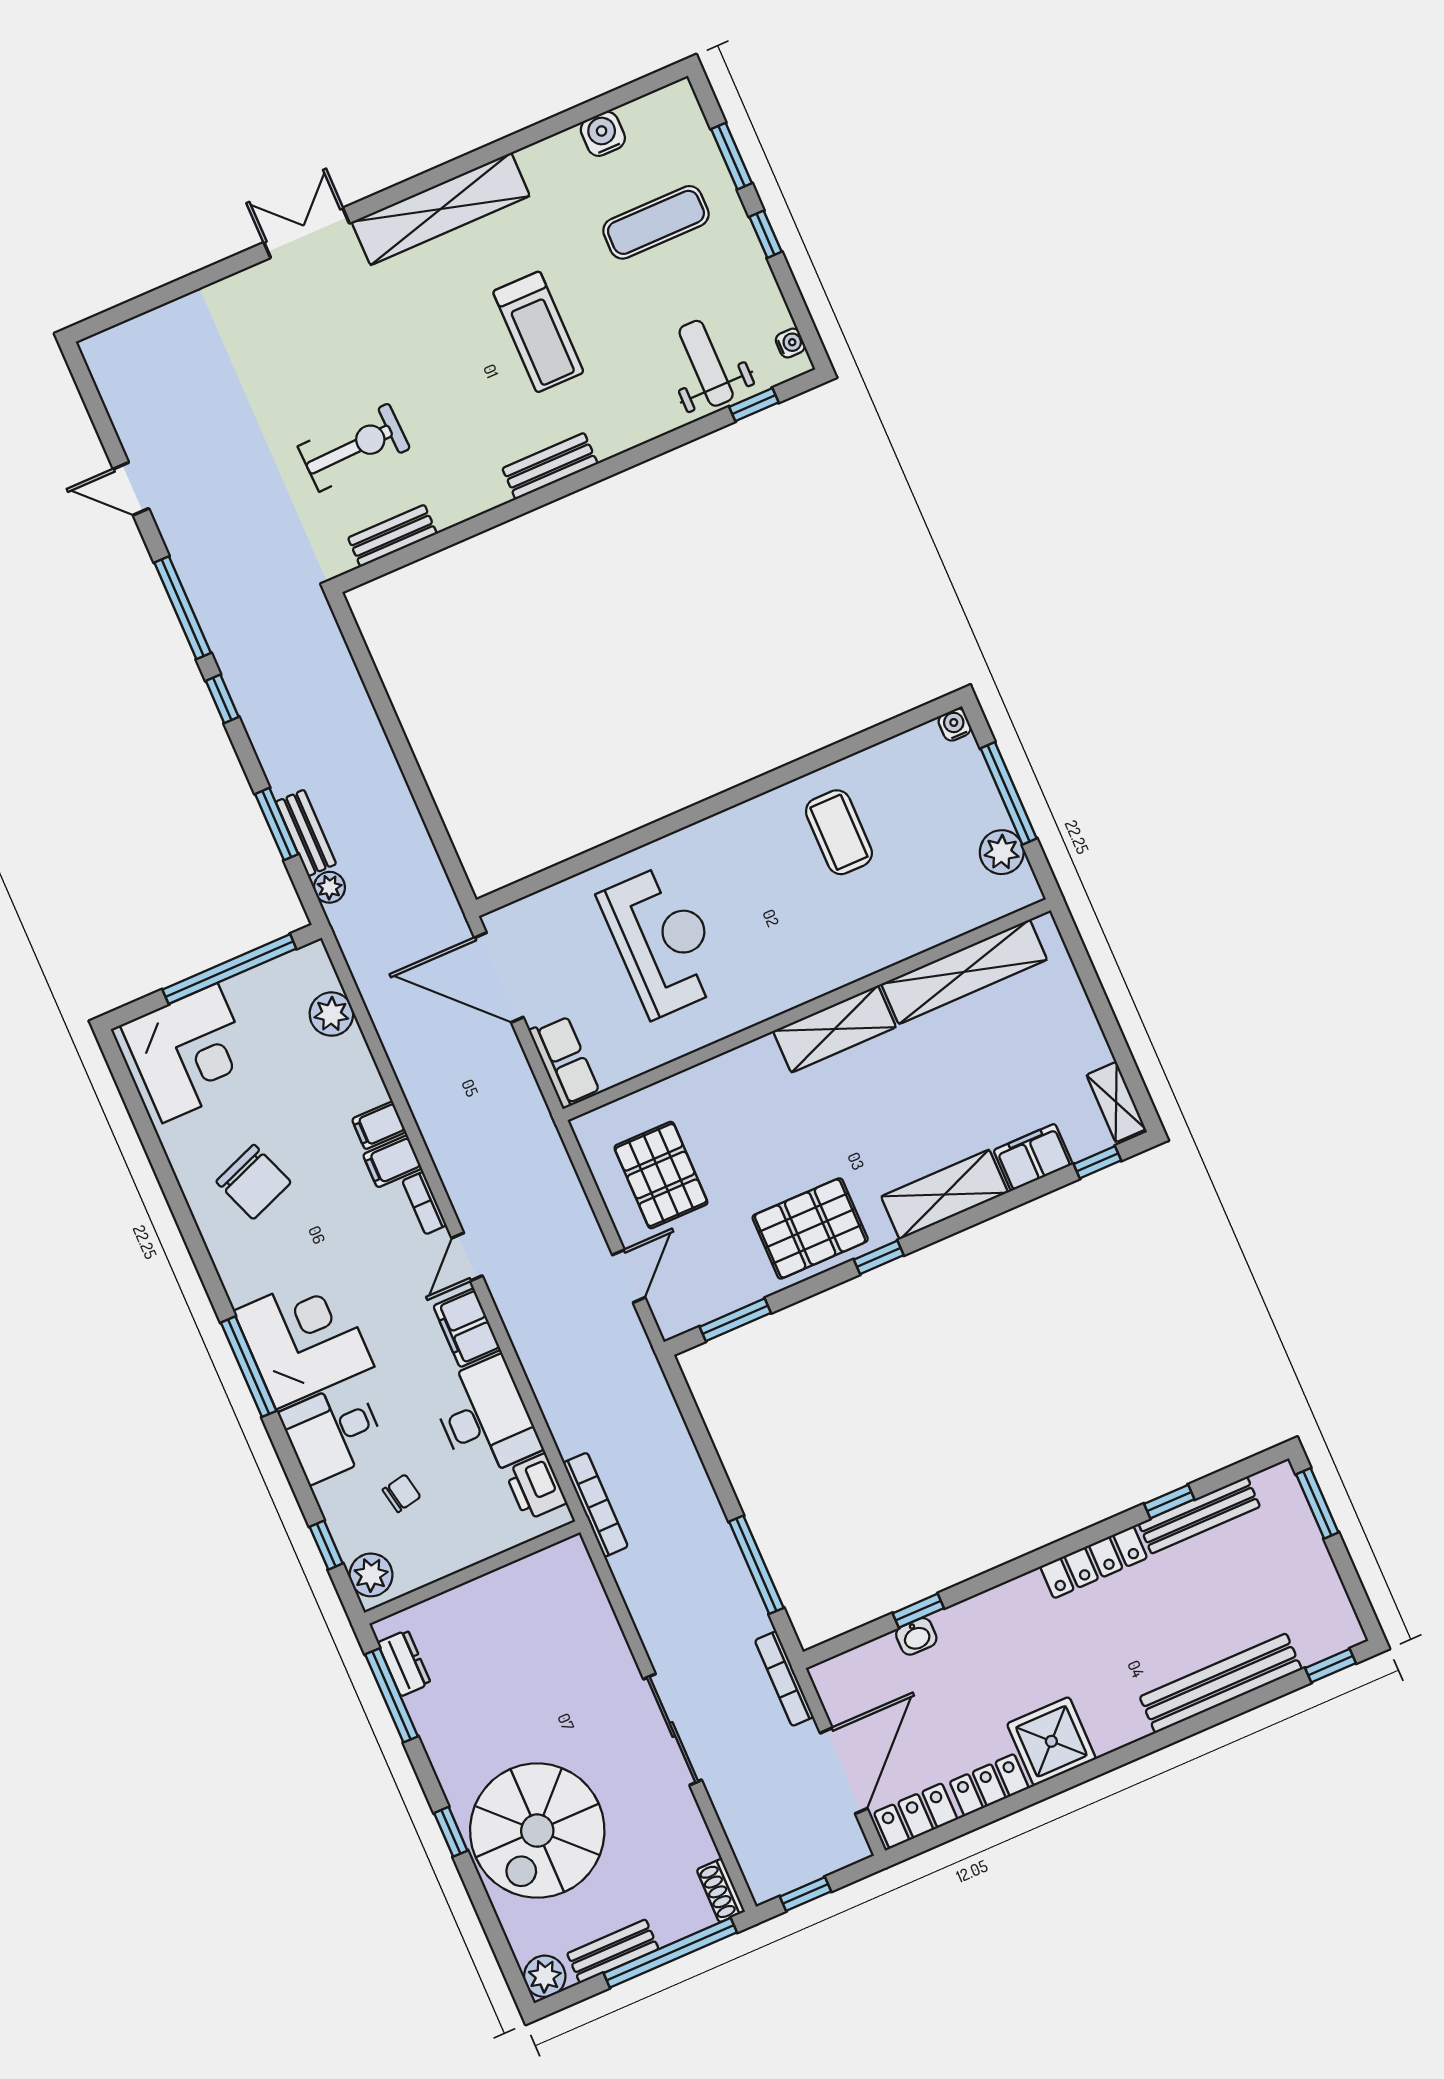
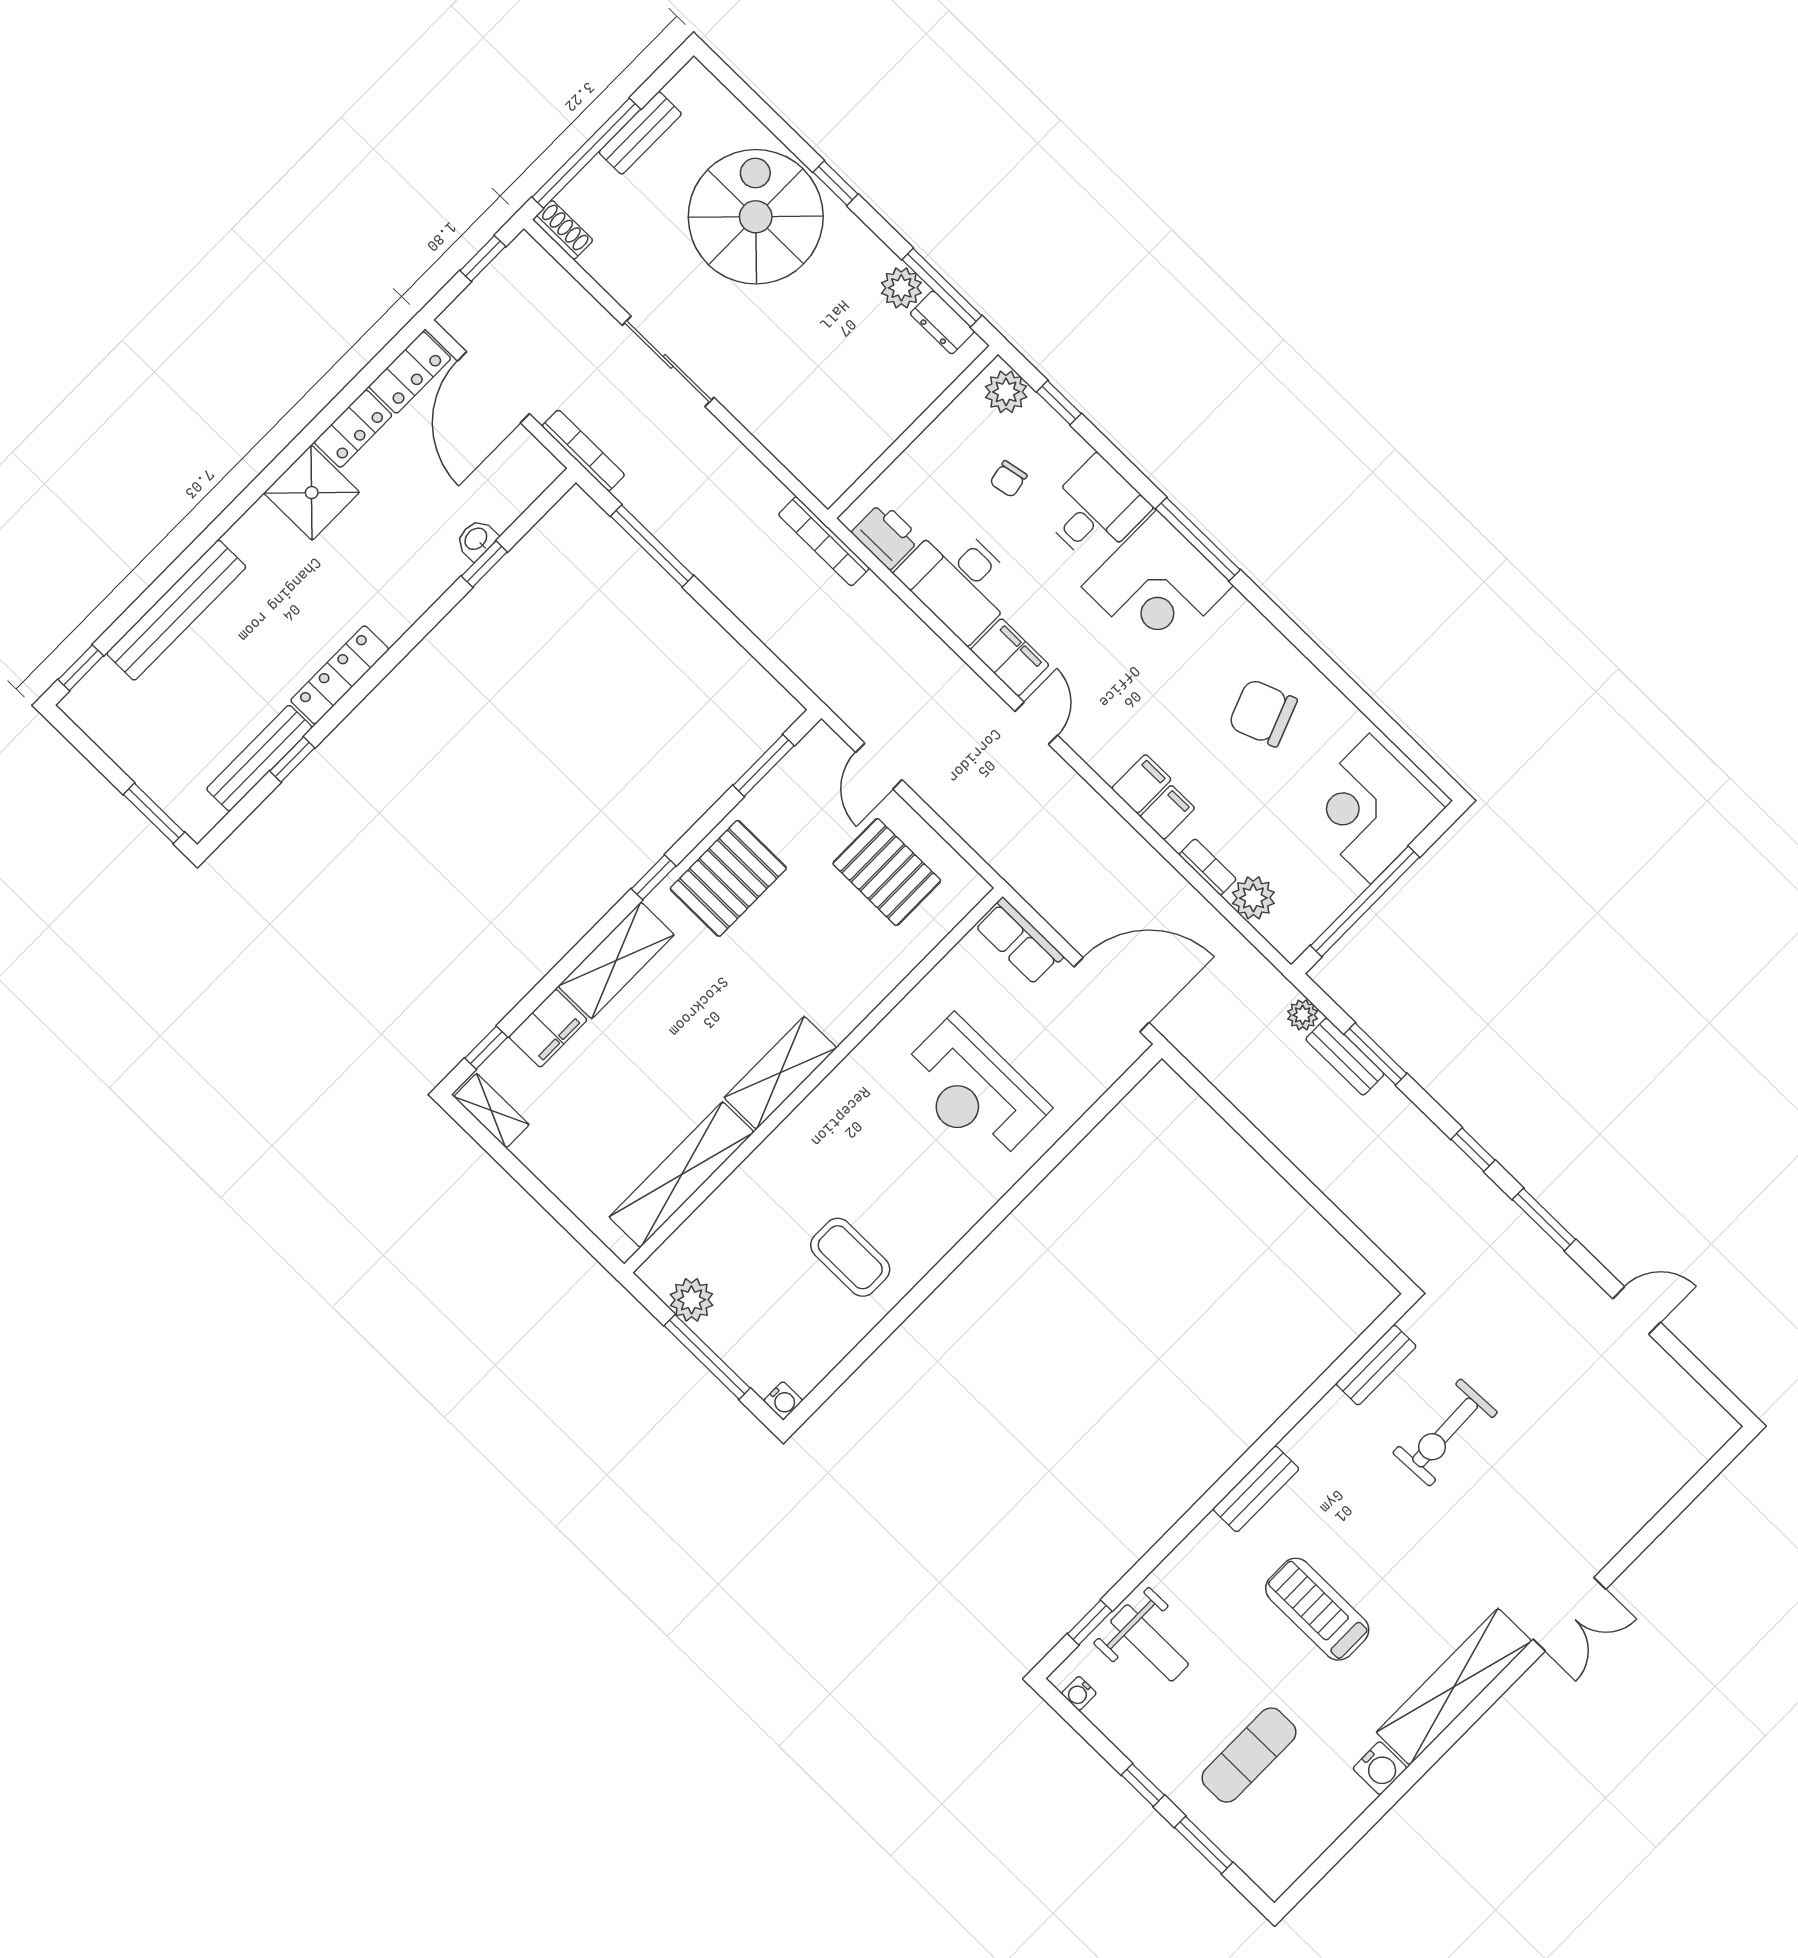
water cooler: (603, 134) -> (1380, 1768), moved
window: (183, 608) -> (1544, 1219), width x0.69
bookcase: (424, 1203) -> (1208, 867), moved
plant: (545, 1976) -> (901, 288), moved

